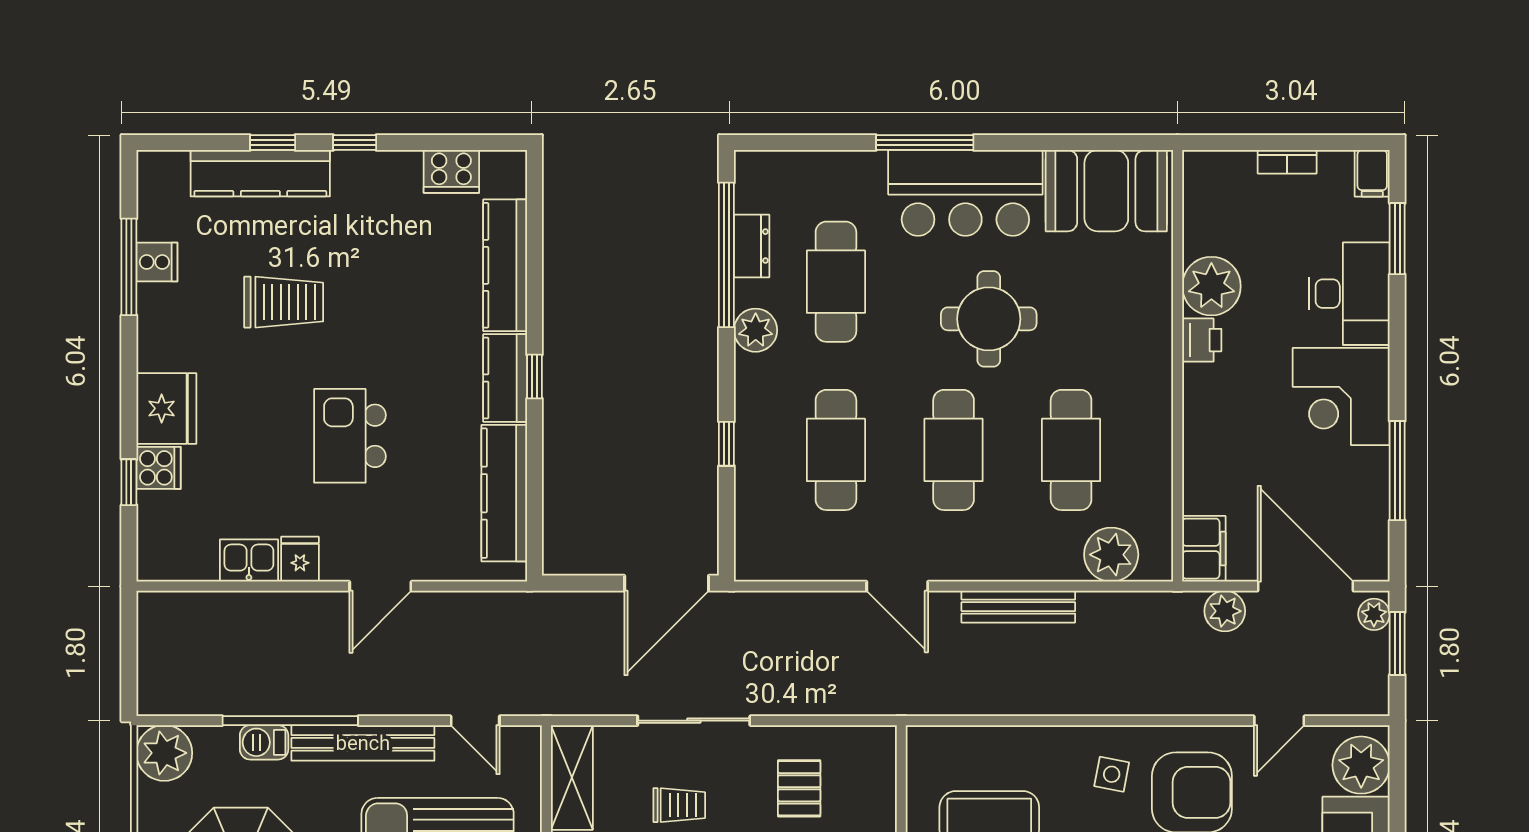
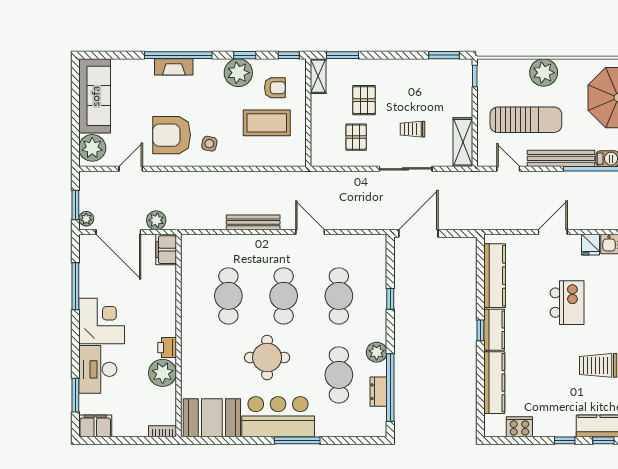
bookcase: (1287, 162) -> (162, 431), moved
filing cabinet: (1372, 173) -> (95, 426), width x2.00
plant: (1111, 555) -> (210, 247), removed

